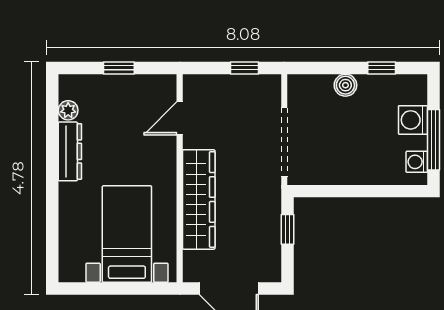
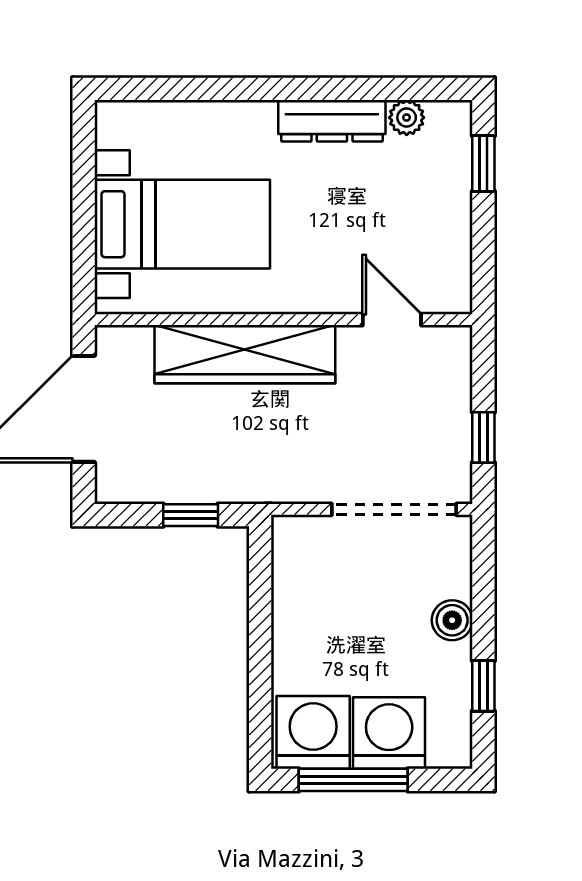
window: (119, 68) -> (483, 164), moved
washing machine: (413, 120) -> (389, 733), width x1.37, depth x1.37
doorway: (284, 142) -> (394, 509), moved
washing machine: (417, 162) -> (313, 732), width x1.89, depth x1.89

